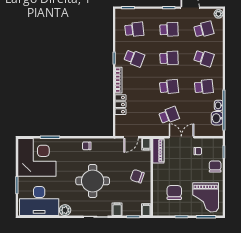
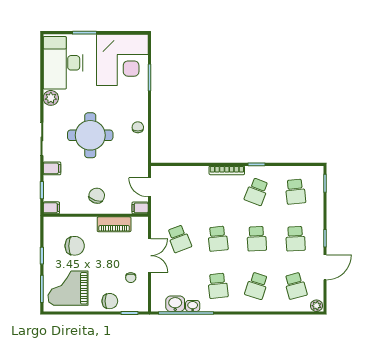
locker: (120, 105) -> (194, 173), removed
piano: (158, 151) -> (114, 224), moved

